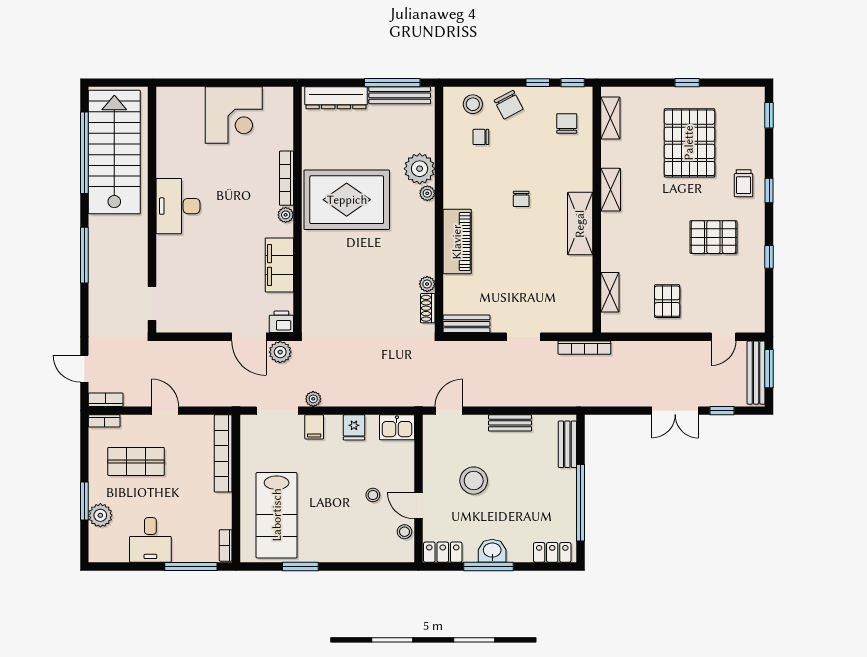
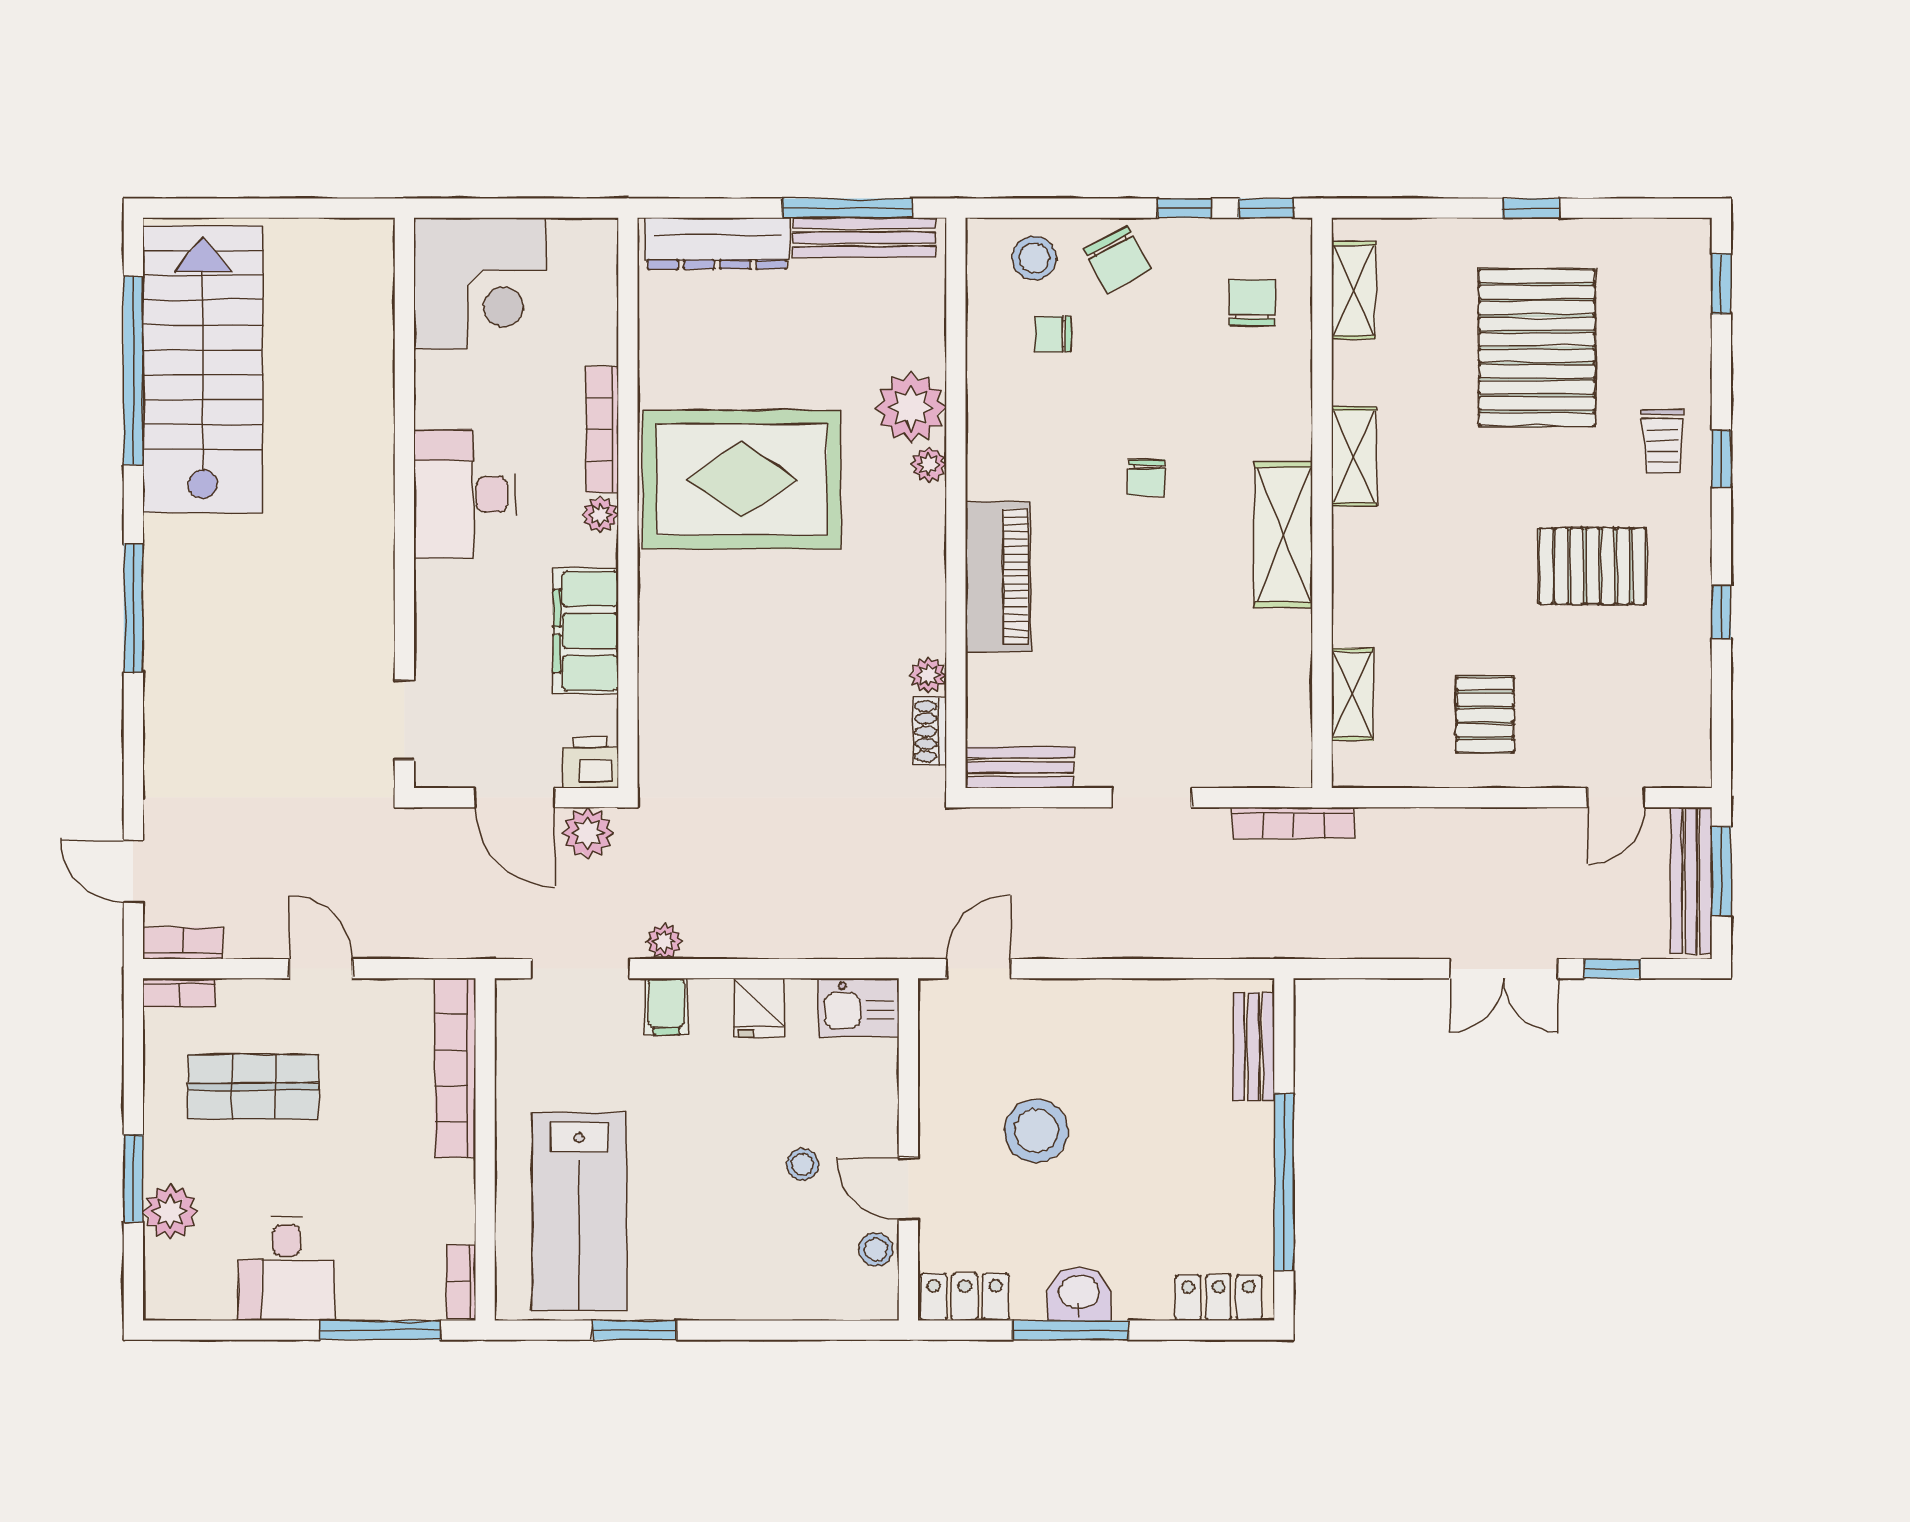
desk: (178, 206) -> (465, 494), moved
wall: (152, 210) -> (404, 503), moved
doorway: (152, 303) -> (404, 720), moved
bench: (510, 423) -> (1121, 997), removed

